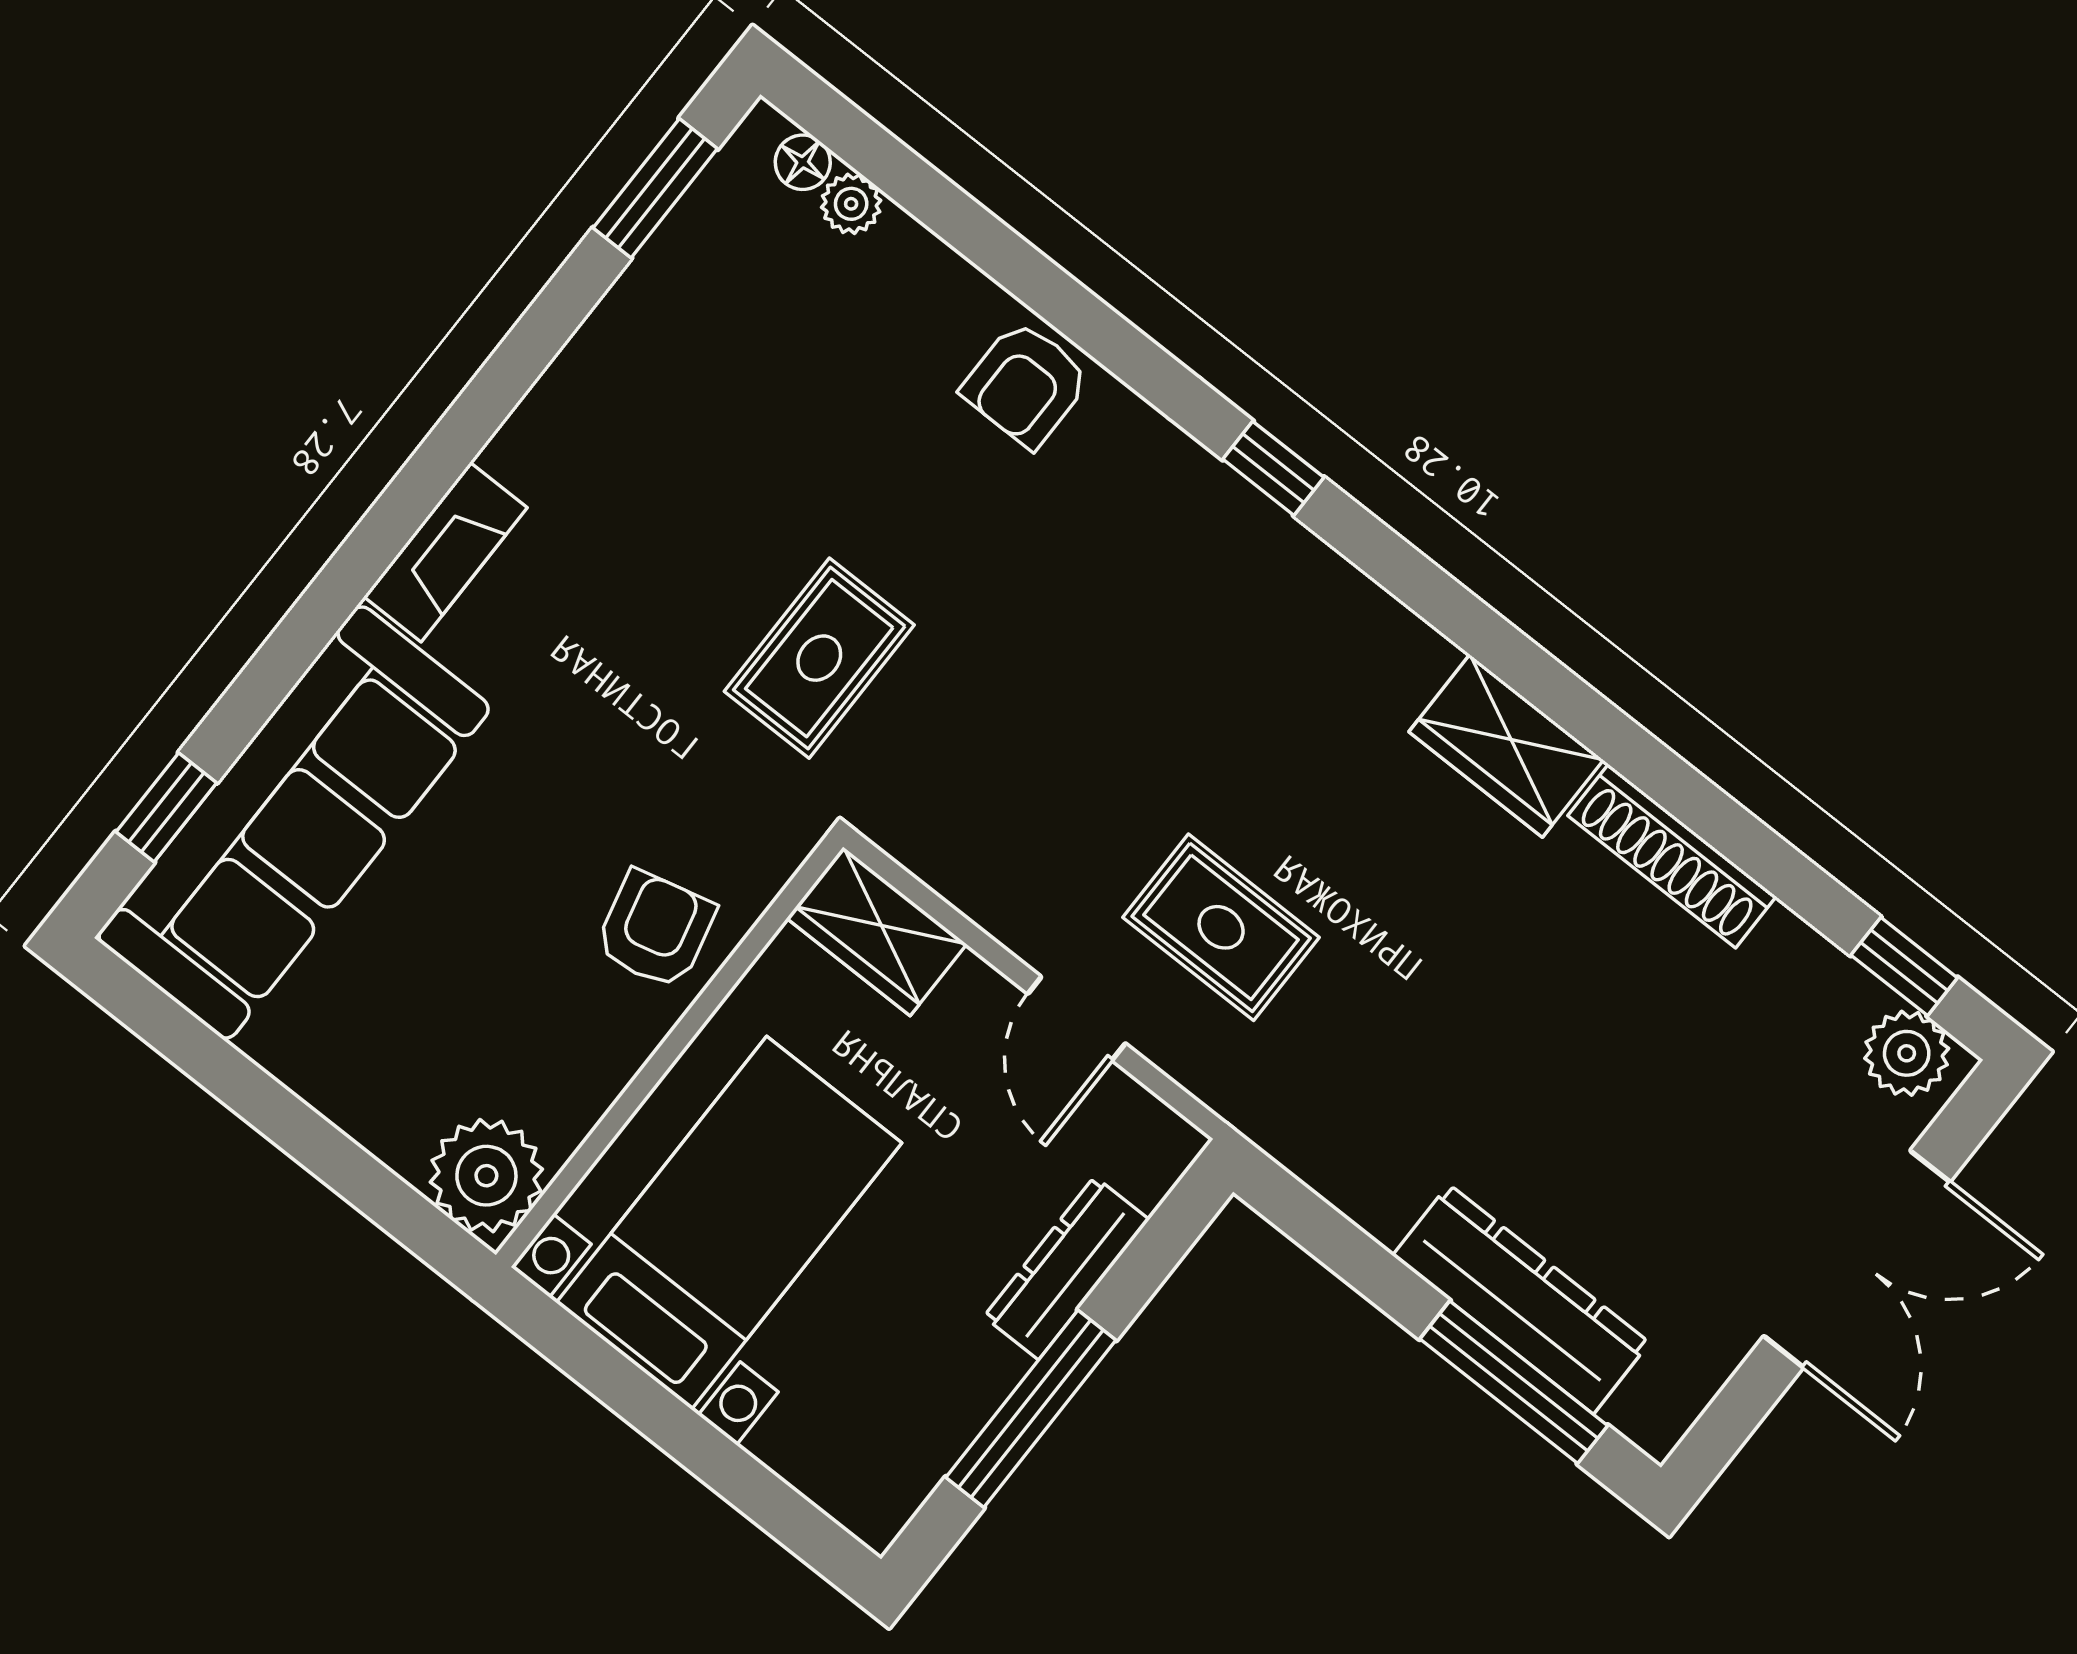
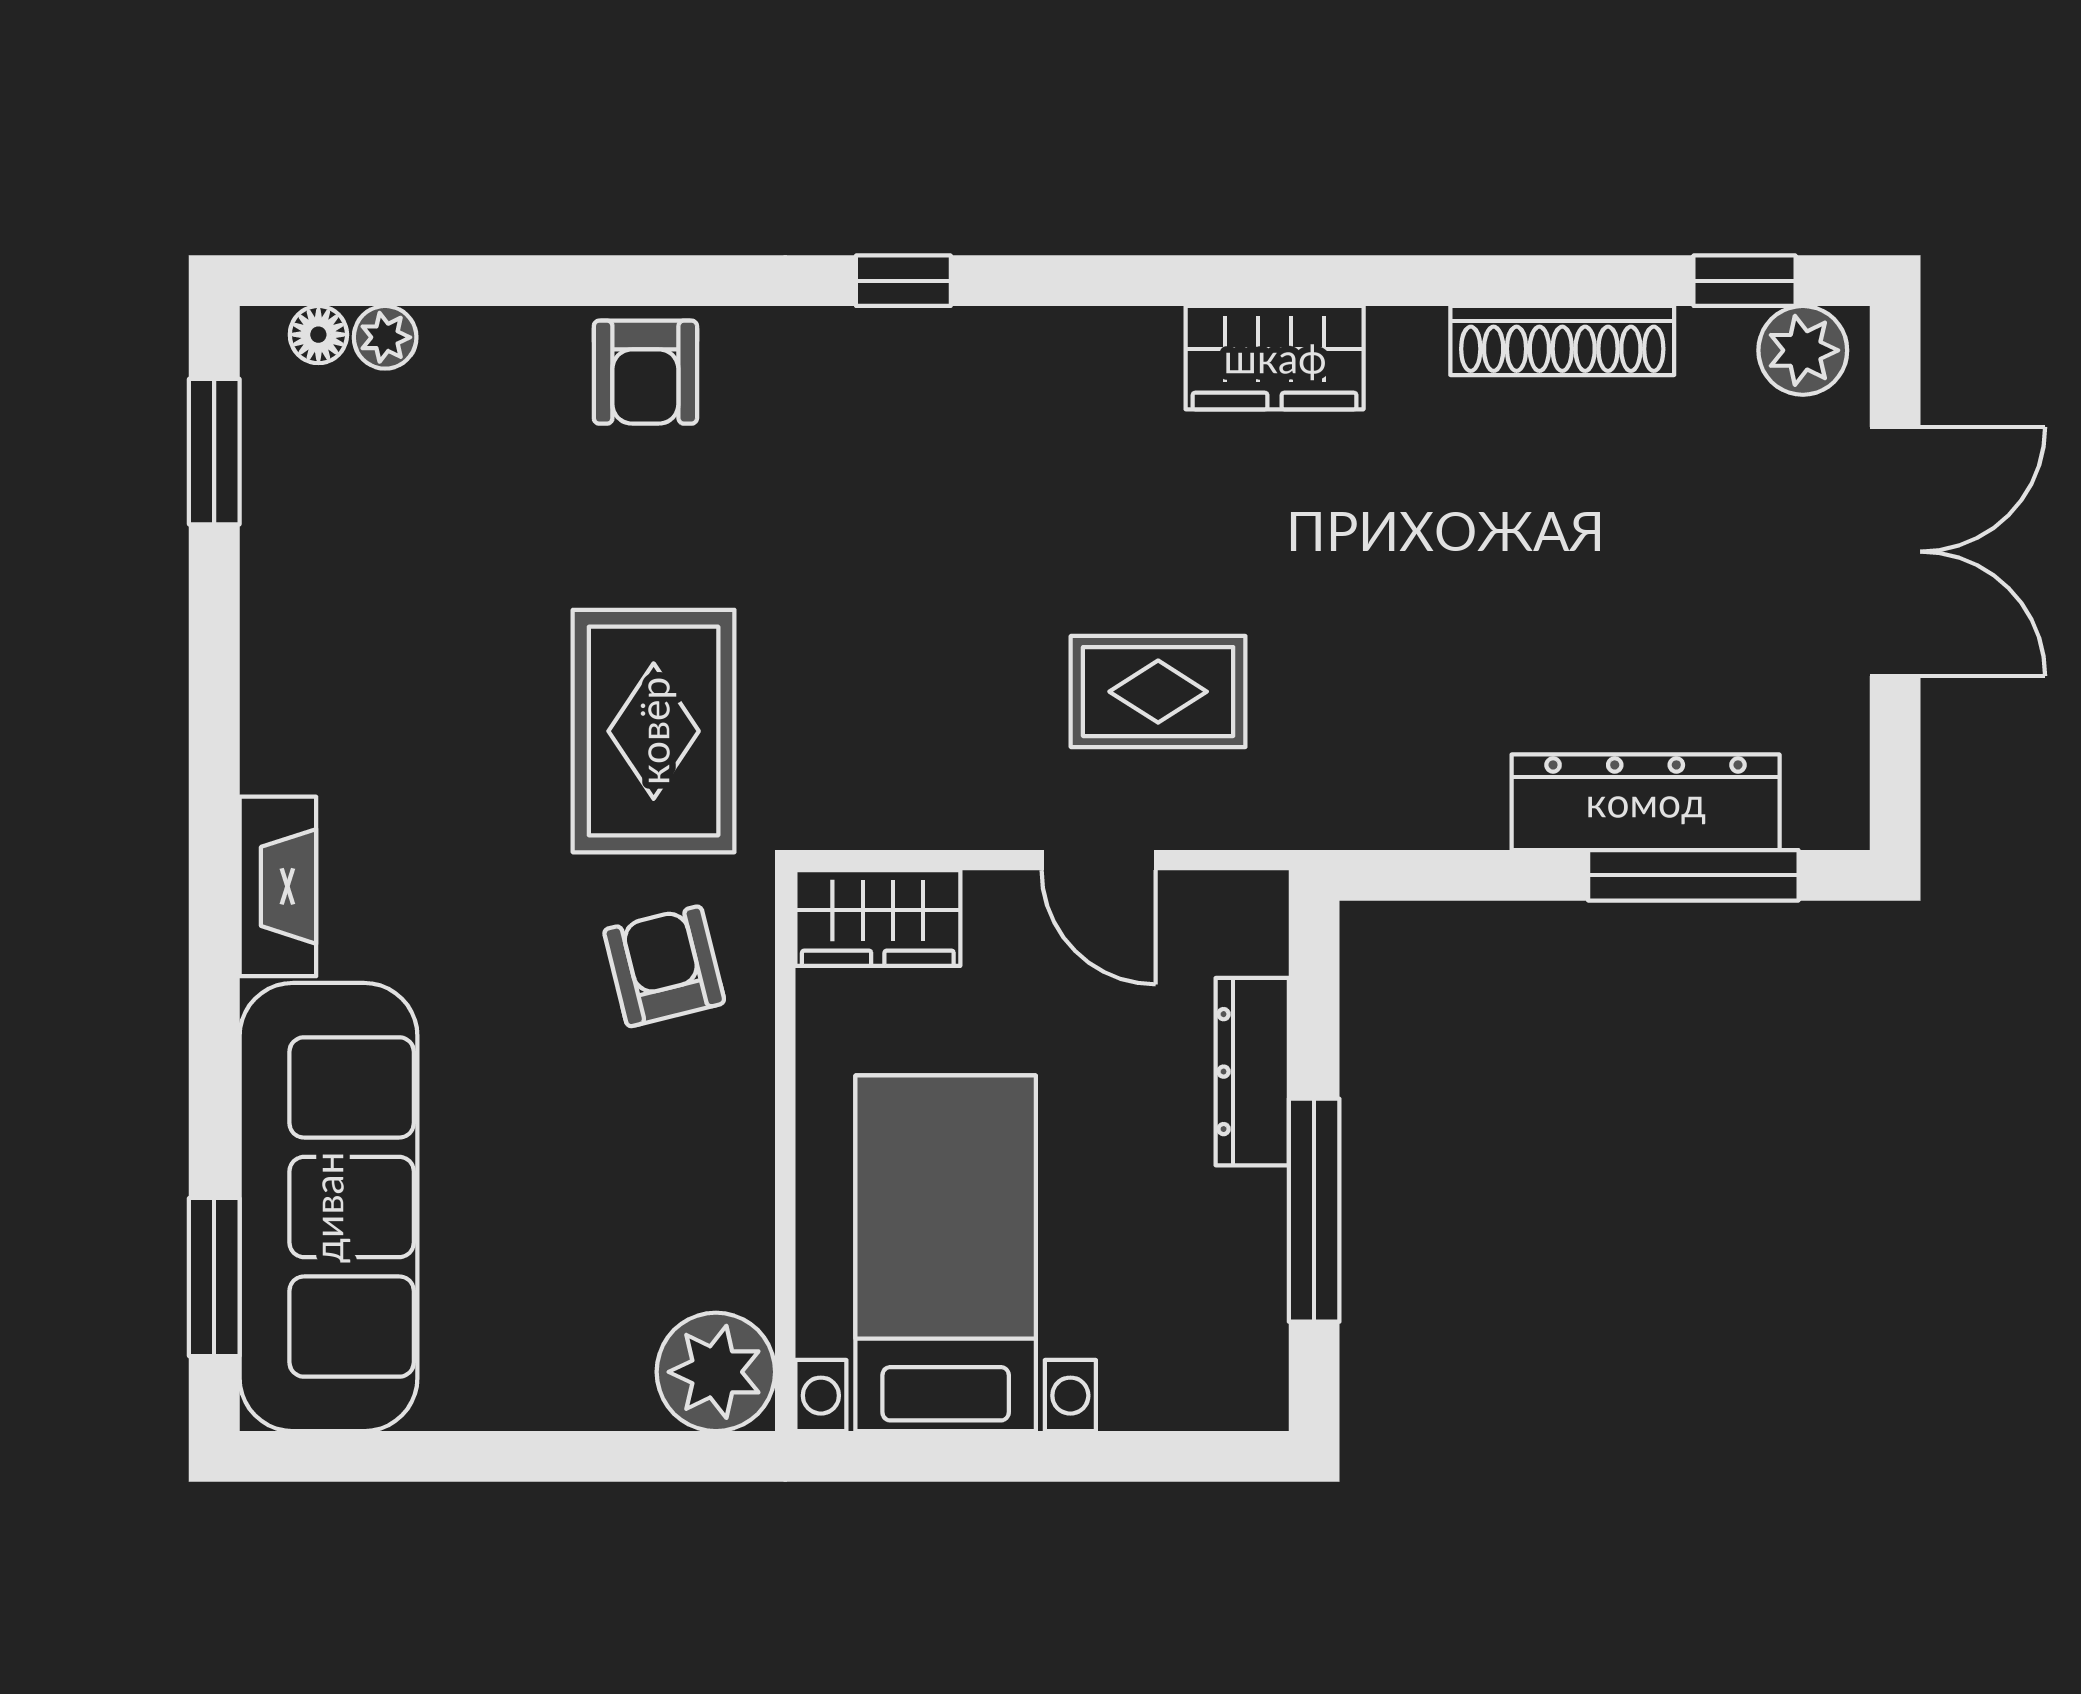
rug: (819, 658) -> (654, 731), width x1.36, depth x1.43
window: (166, 807) -> (214, 1277), width x1.50
shoe rack: (1672, 856) -> (1562, 341), moved
armchair: (655, 929) -> (664, 966), moved

